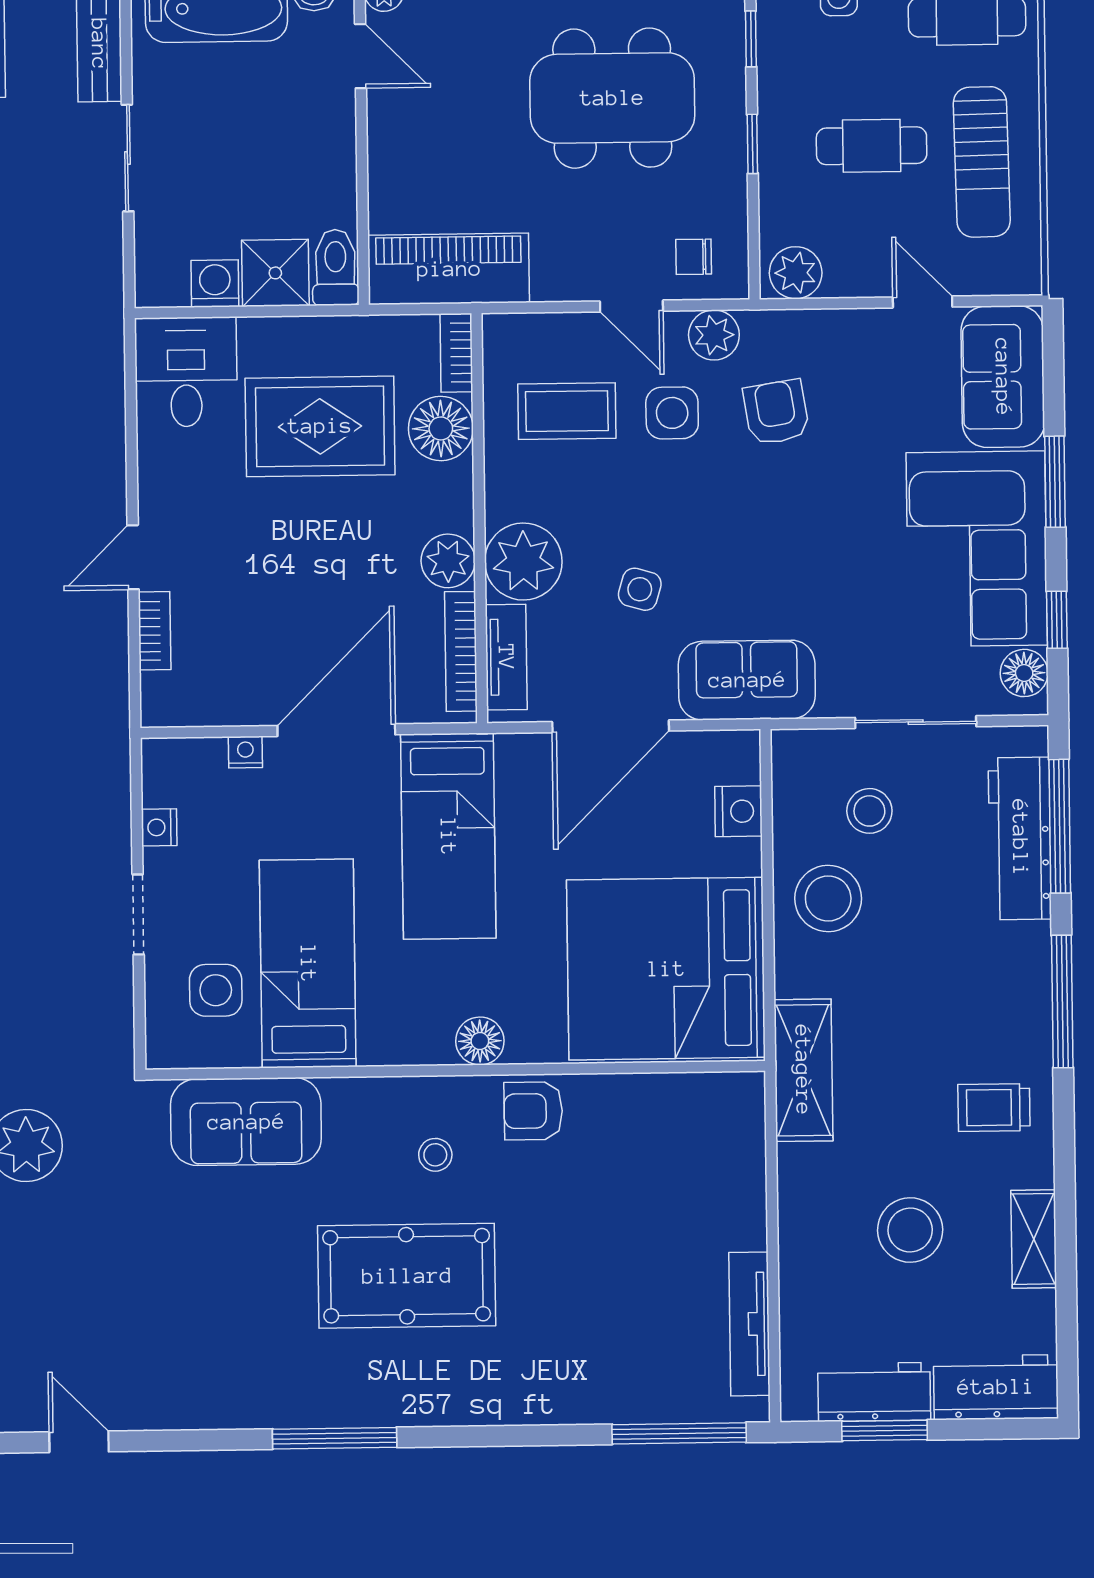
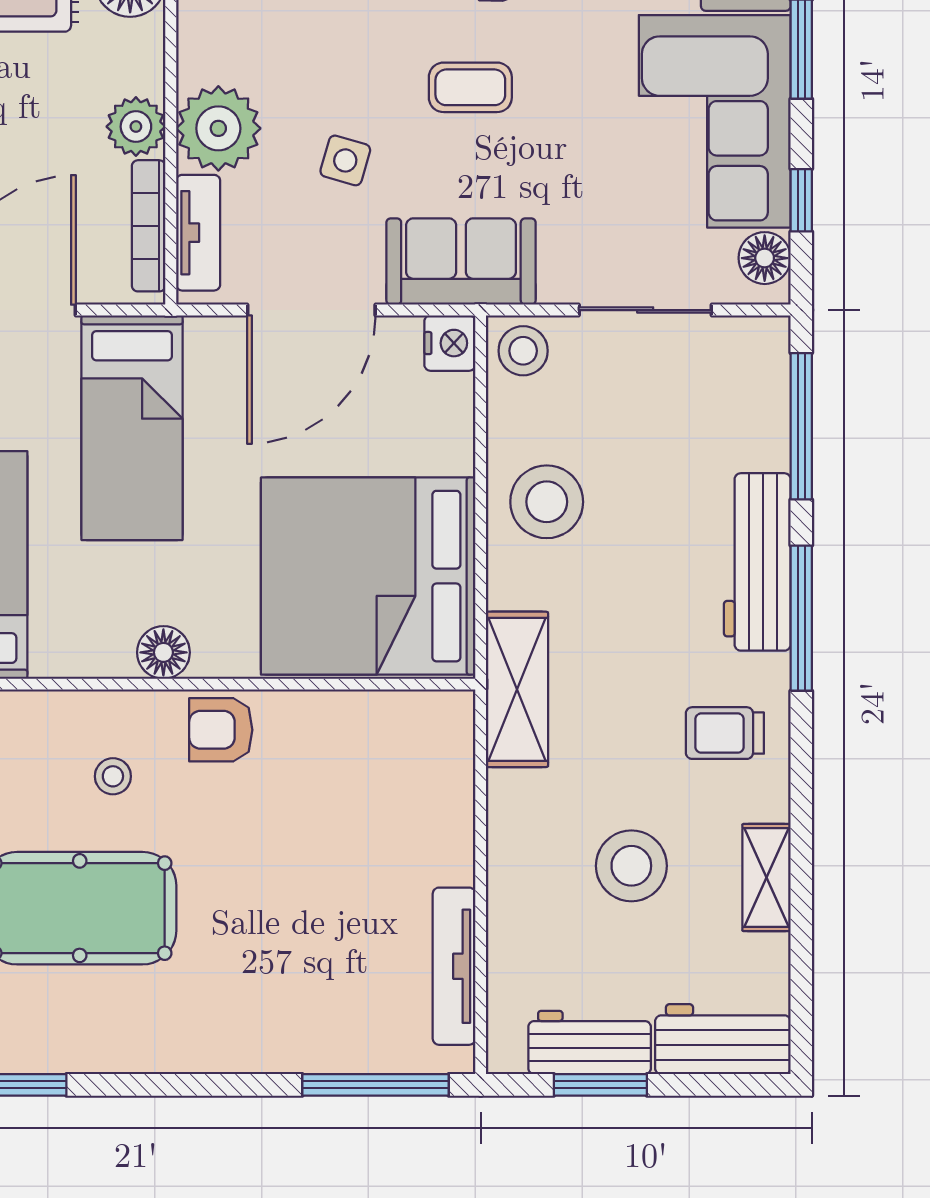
coffee table: (753, 521) -> (470, 87), added
nightstand: (738, 811) -> (450, 343), moved
stool: (869, 811) -> (523, 351), moved
workbench: (1020, 838) -> (757, 562), moved

